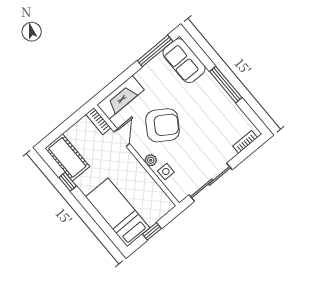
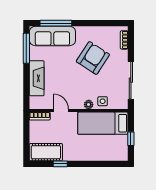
sofa: (184, 61) -> (52, 36), width x1.36
window: (226, 85) -> (56, 23), moved
fireplace: (121, 97) -> (37, 78), moved
armchair: (163, 125) -> (93, 58), moved
bed: (118, 212) -> (103, 123), moved

